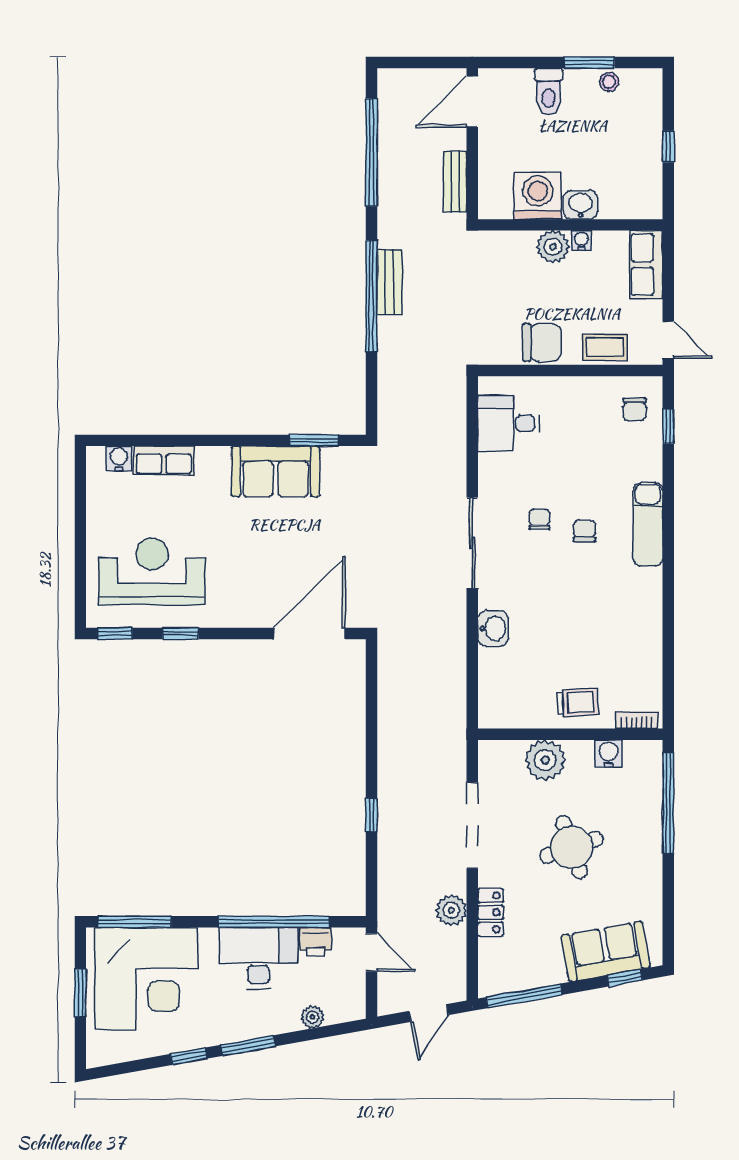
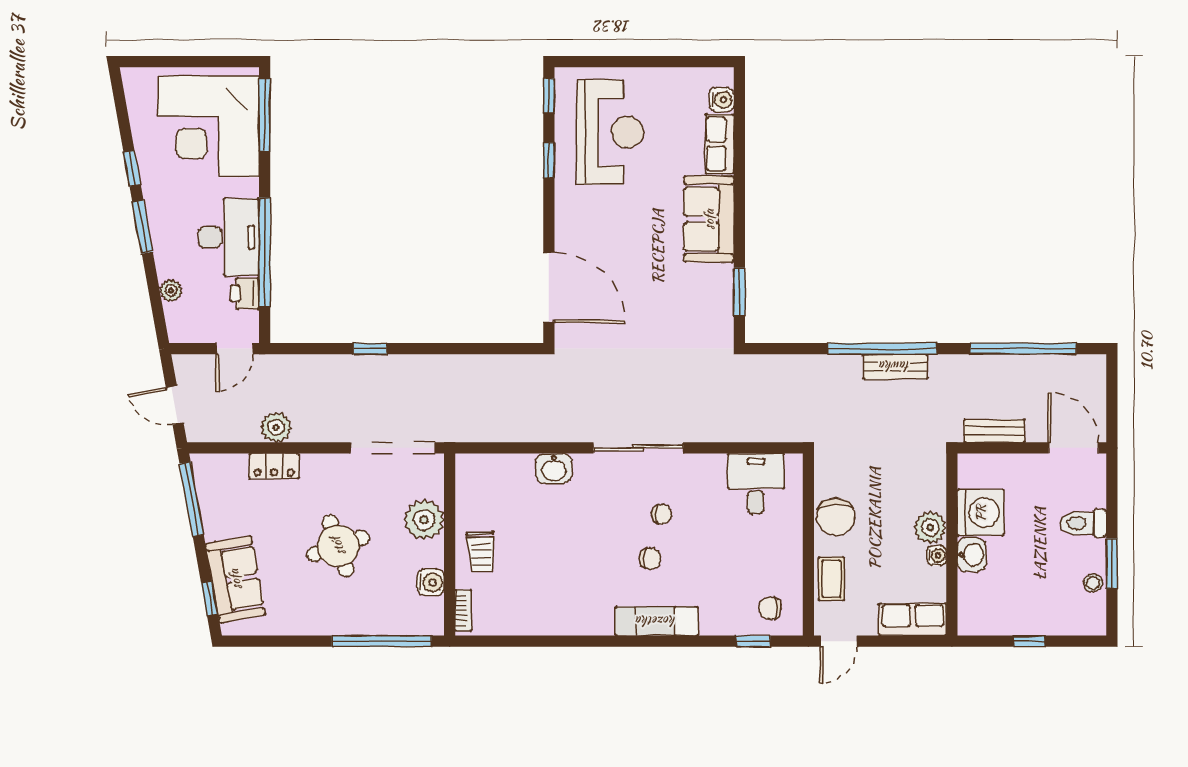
sofa: (276, 471) -> (709, 219), moved
doorway: (472, 825) -> (392, 448), moved
window: (80, 993) -> (195, 62), removed

